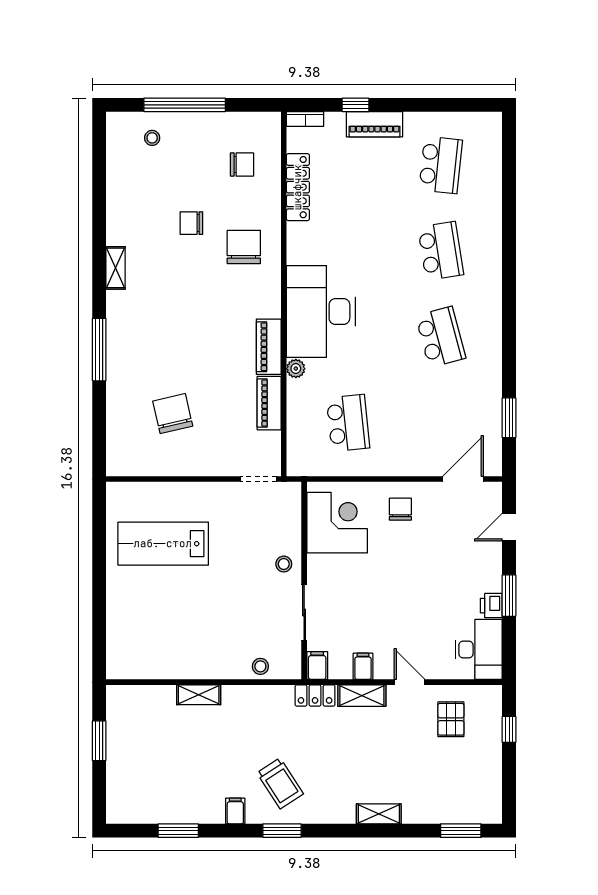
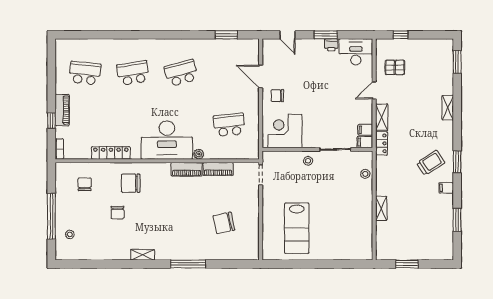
locker: (298, 187) -> (111, 153), moved
door: (463, 479) -> (261, 76), moved
filing cabinet: (363, 666) -> (365, 130), moved

